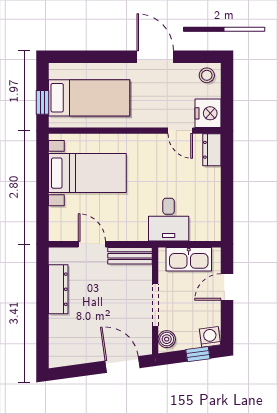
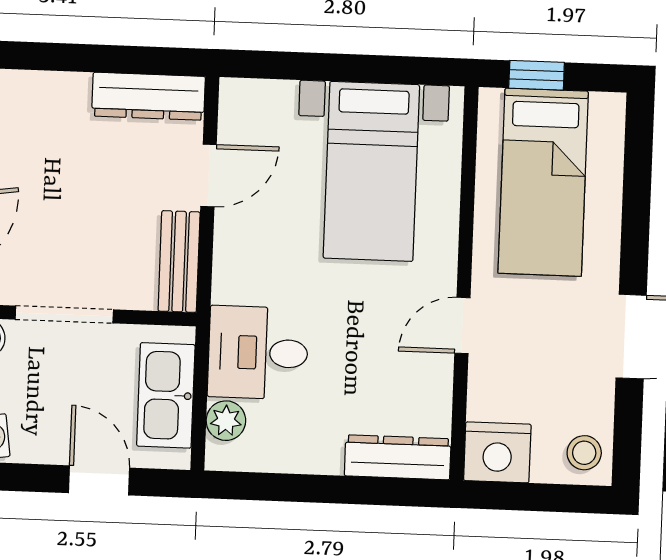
door: (180, 131) -> (462, 325), moved
dresser: (212, 150) -> (398, 457), width x1.44
plant: (199, 233) -> (226, 421), added
dresser: (58, 289) -> (148, 96), moved

